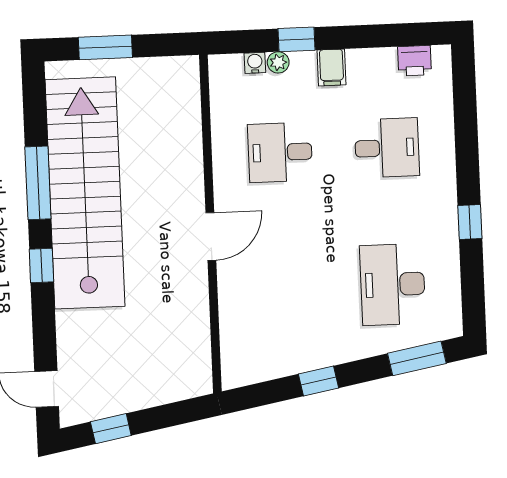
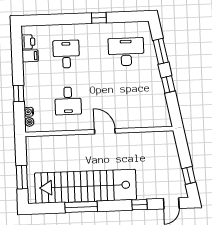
plant: (278, 62) -> (29, 122), moved
filing cabinet: (332, 67) -> (30, 56), moved
window: (41, 266) -> (139, 205), moved
desk: (393, 284) -> (126, 52), turned 180
window: (417, 358) -> (161, 51), moved

